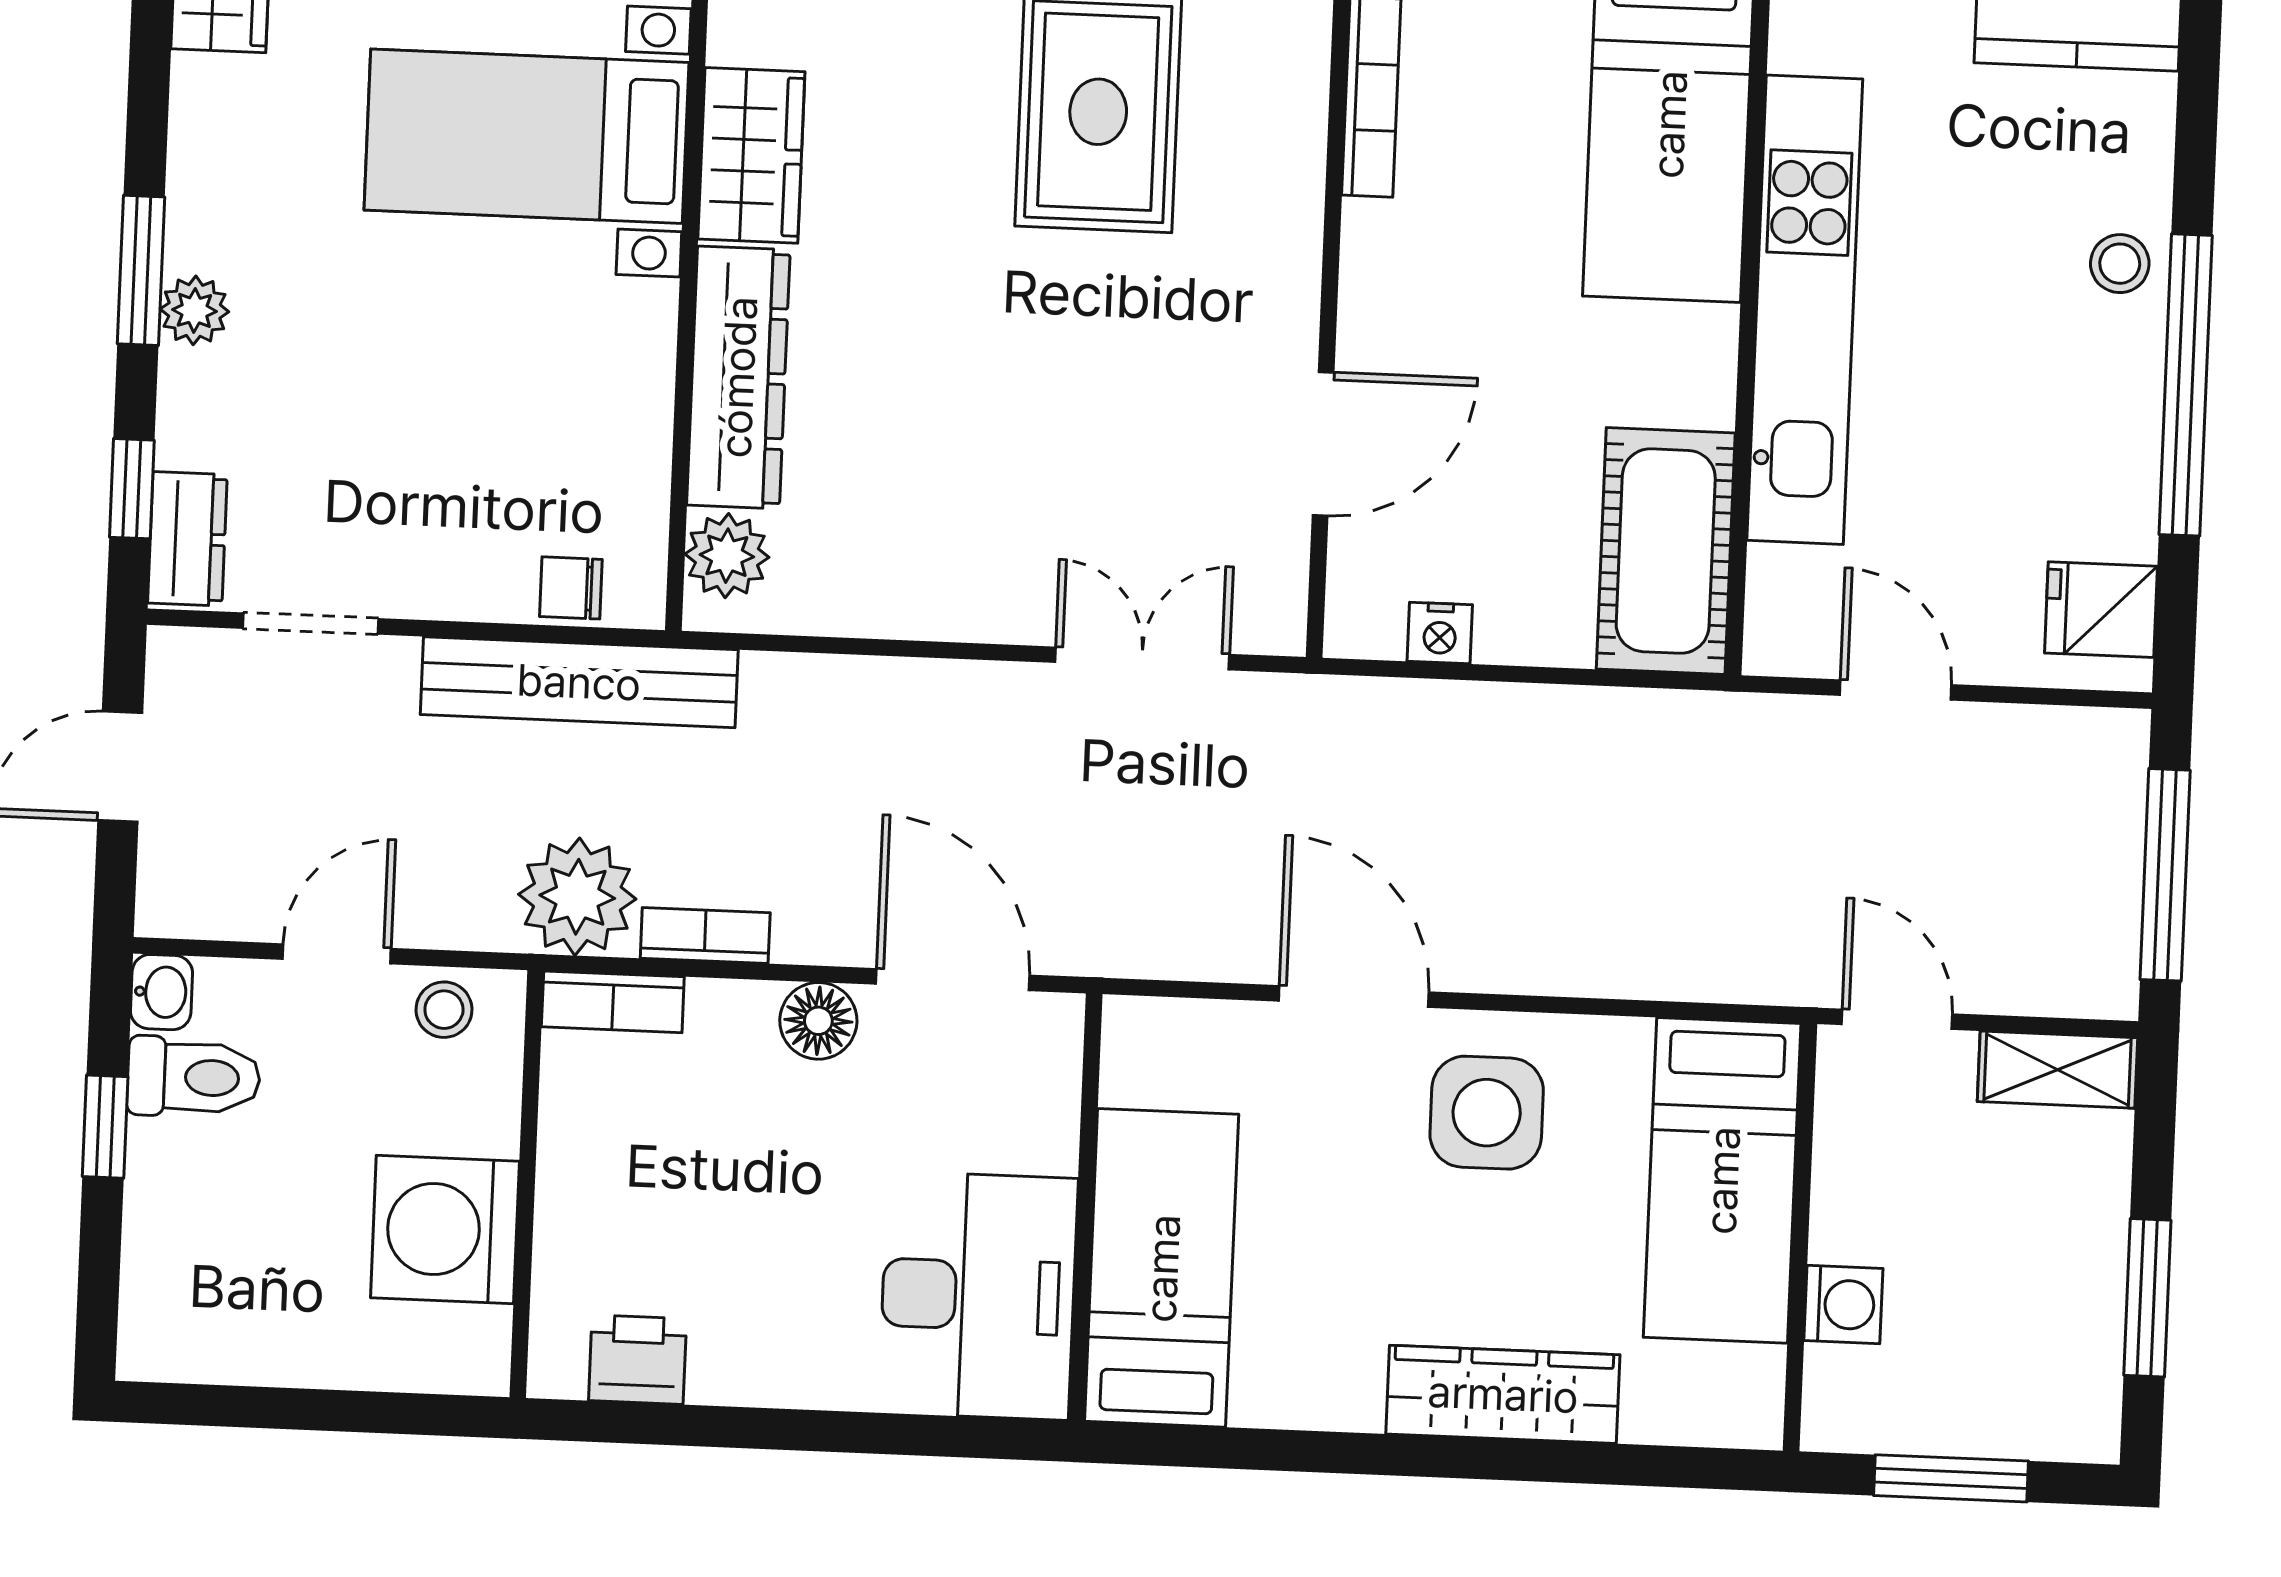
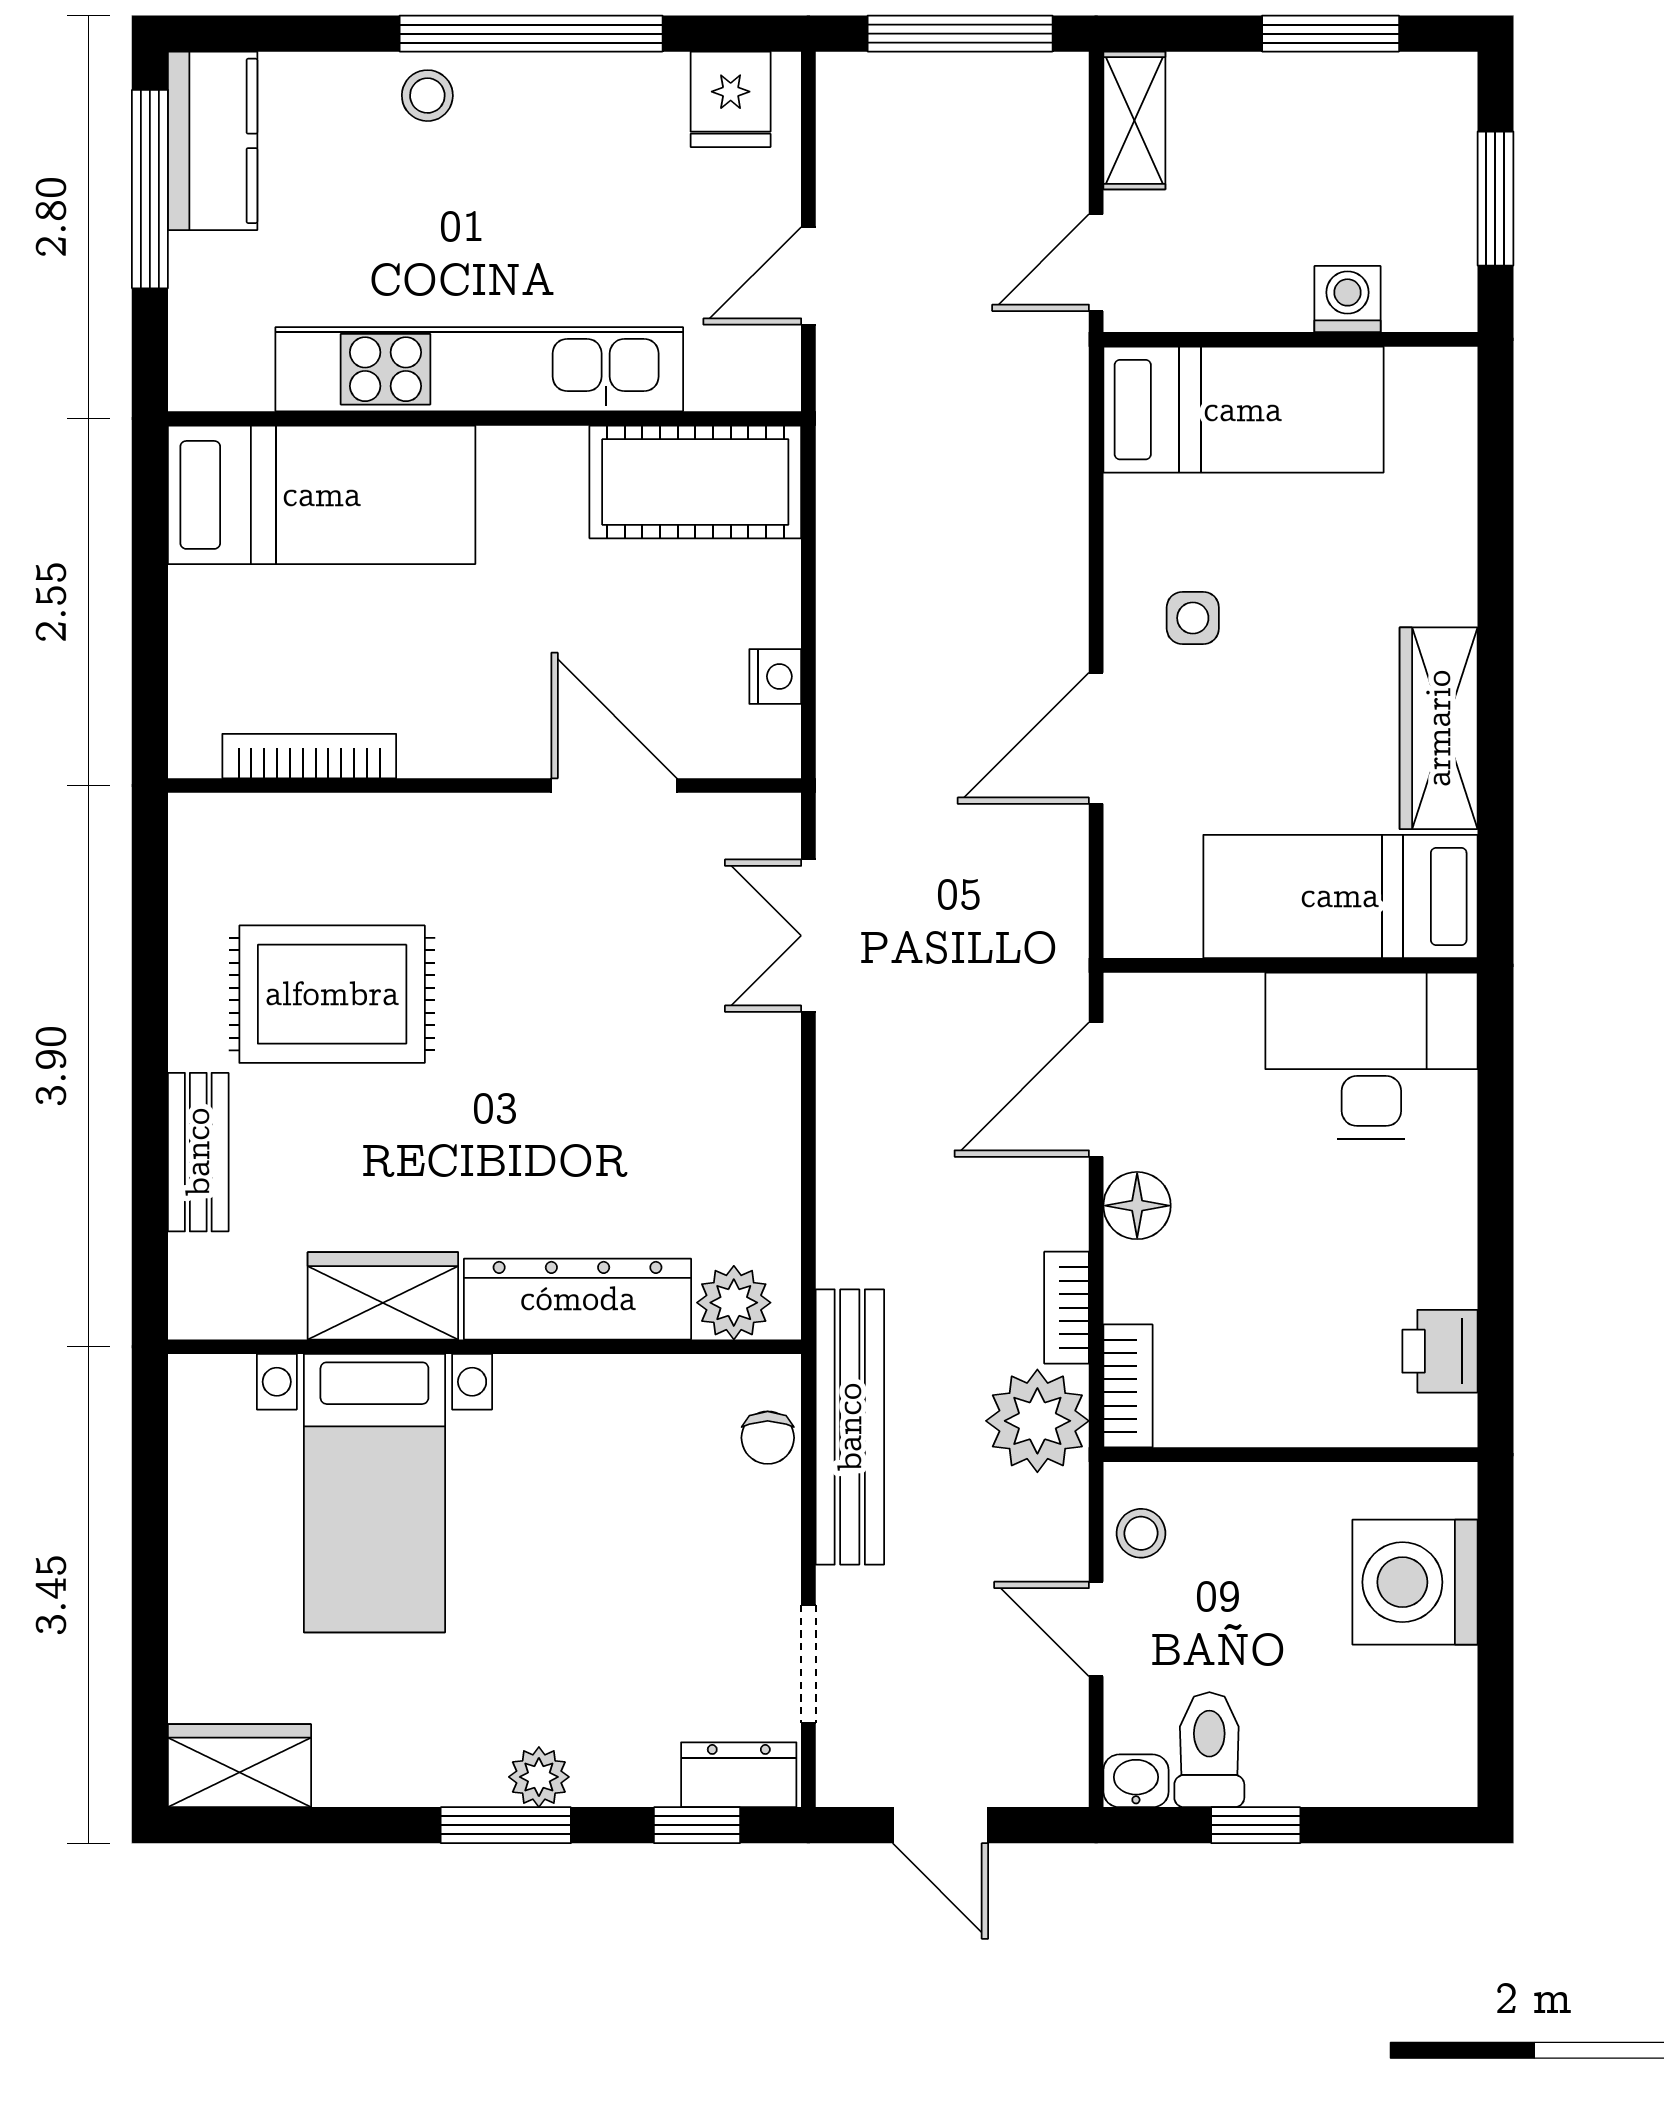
side table: (1487, 1113) -> (1193, 618), width x0.54, depth x0.54
washing machine: (445, 1229) -> (1415, 1582), moved, turned 90
wardrobe: (1503, 1394) -> (1439, 728), moved

